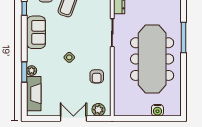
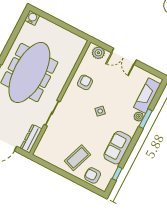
water cooler: (157, 110) -> (32, 18), moved

